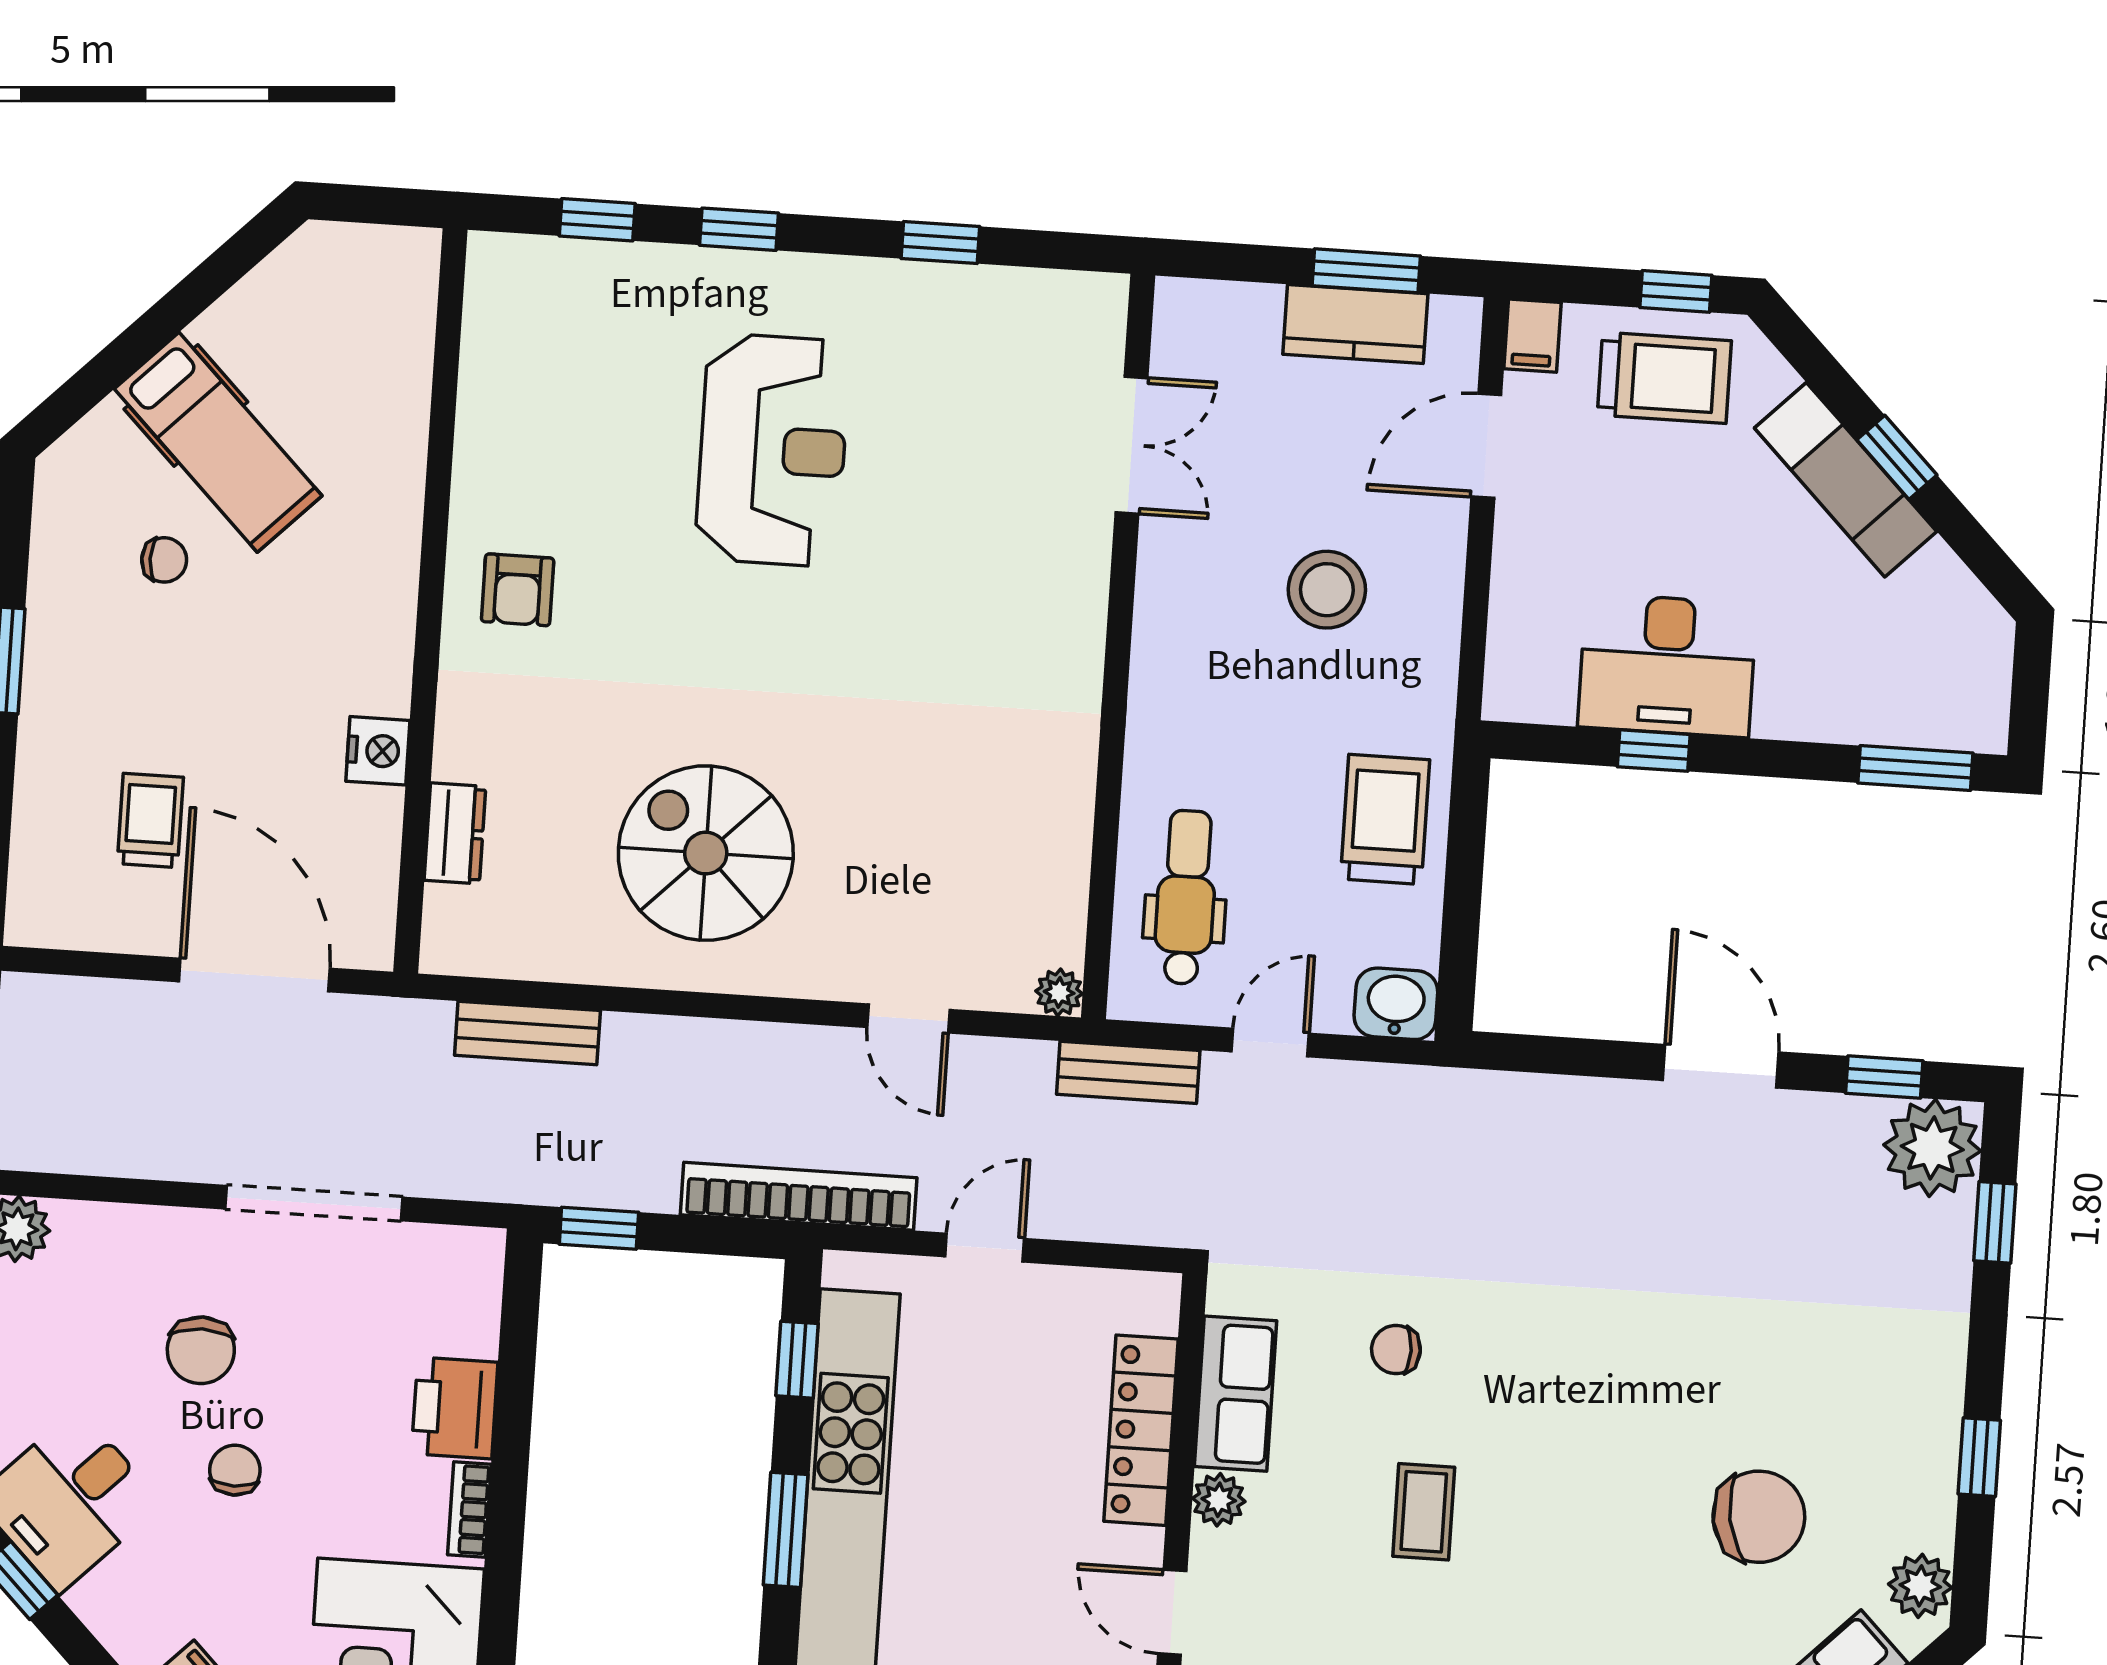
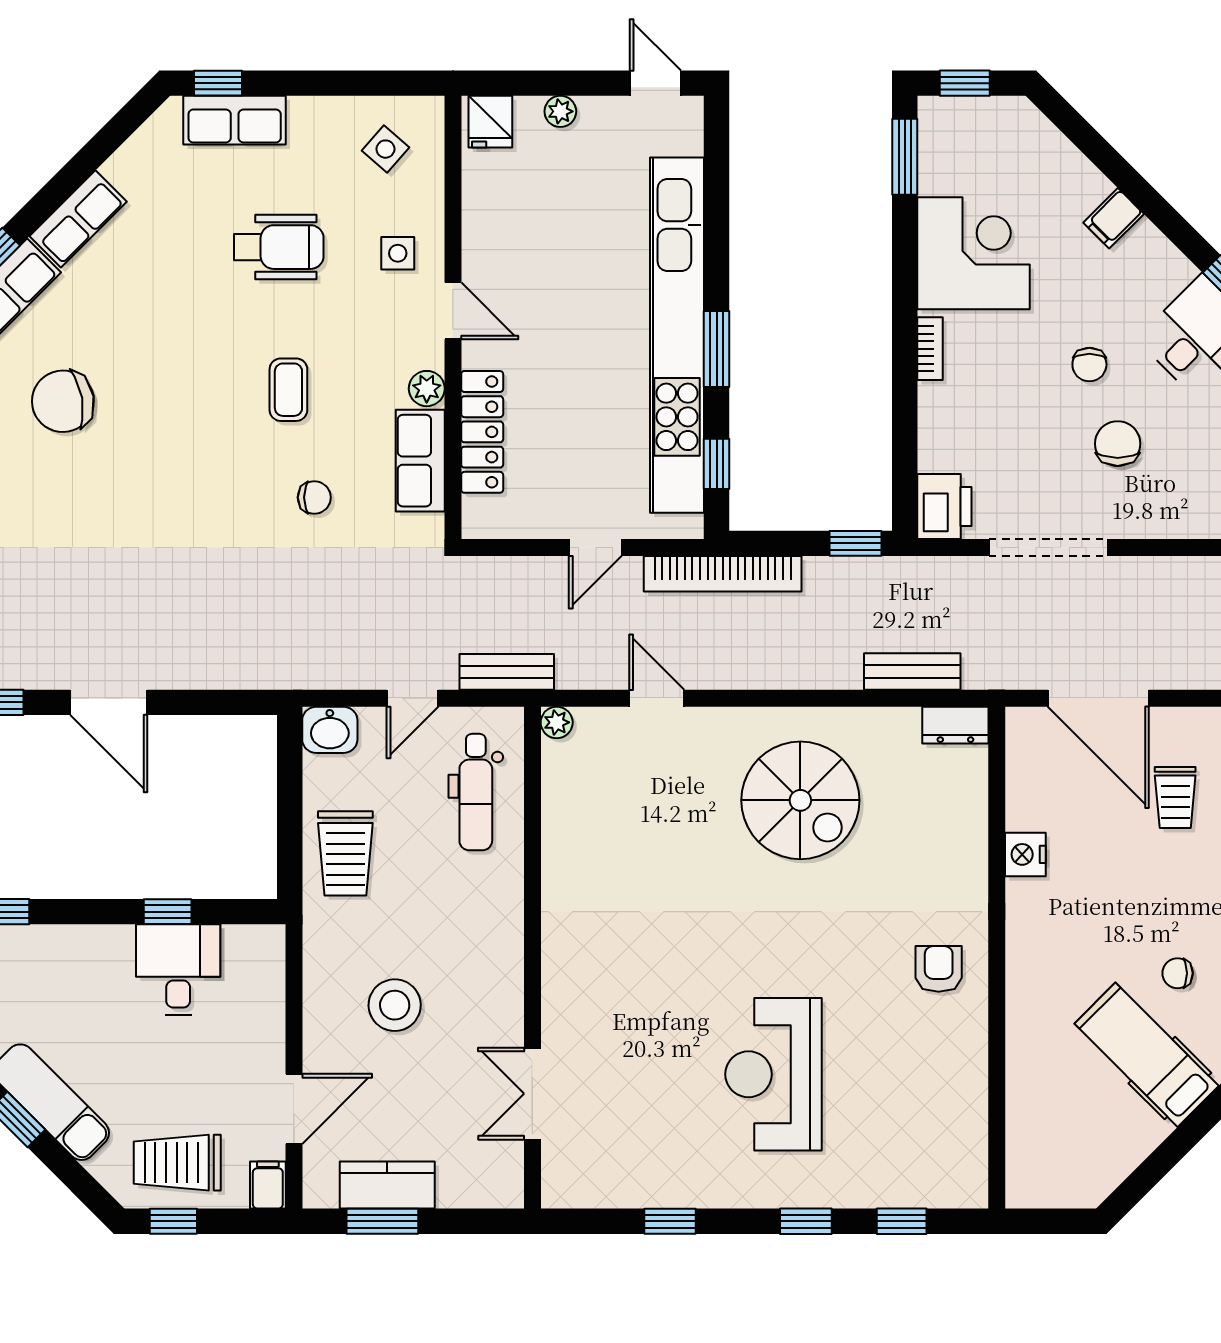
desk: (1667, 665) -> (178, 970), width x0.73
dresser: (455, 833) -> (955, 725), moved, turned -90
printer: (455, 1408) -> (944, 507), moved

